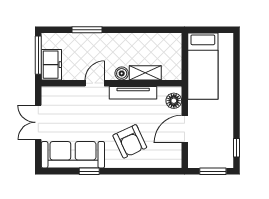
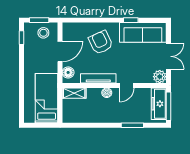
freezer: (51, 65) -> (159, 104), width x1.40
shelving: (145, 73) -> (74, 93), moved
plant: (50, 95) -> (160, 77), added
stool: (207, 154) -> (43, 33), added

